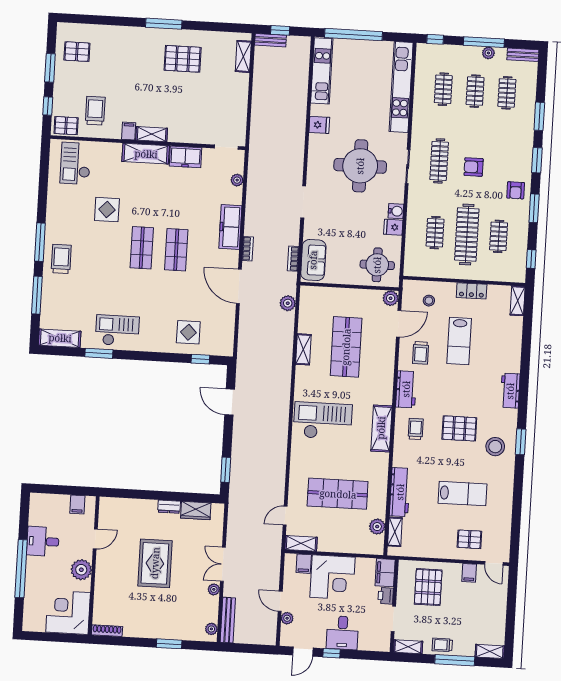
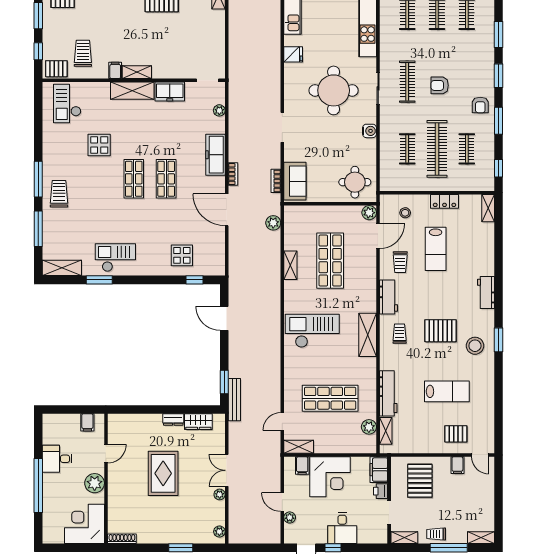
fridge: (393, 227) -> (368, 146), removed
bench: (228, 620) -> (234, 400), moved

